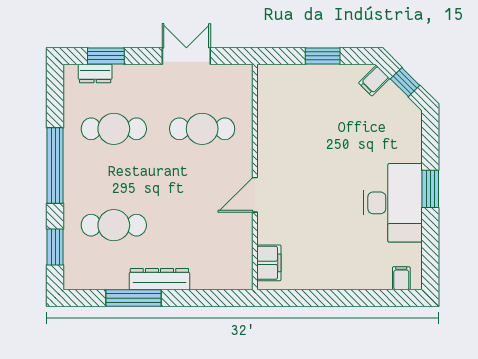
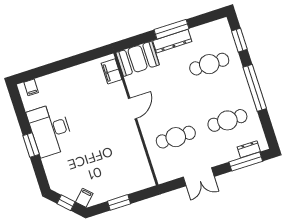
window: (106, 56) -> (246, 162), width x1.44
booth: (222, 269) -> (138, 59), added
window: (133, 298) -> (172, 29), moved

